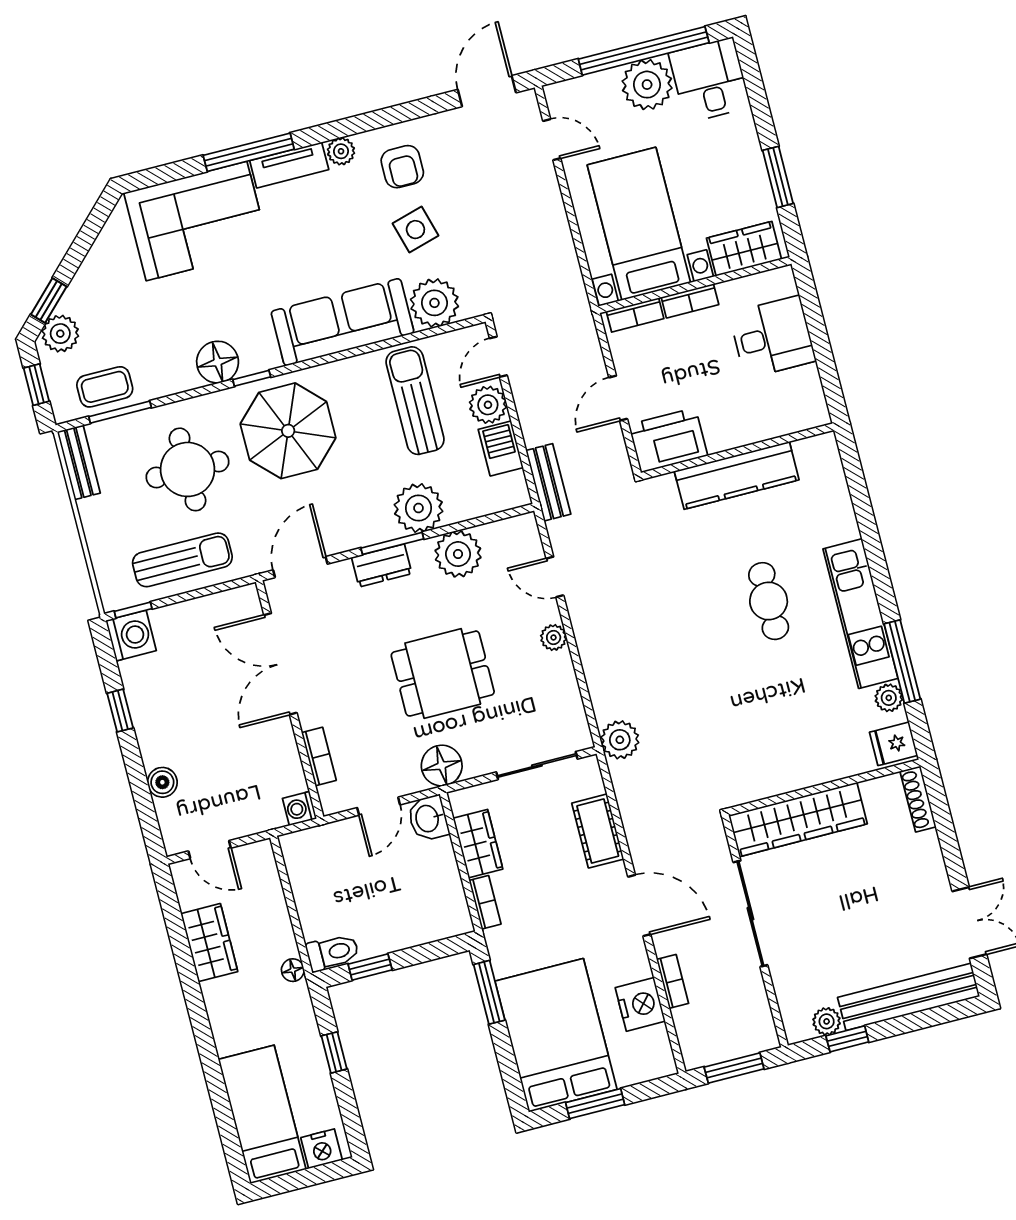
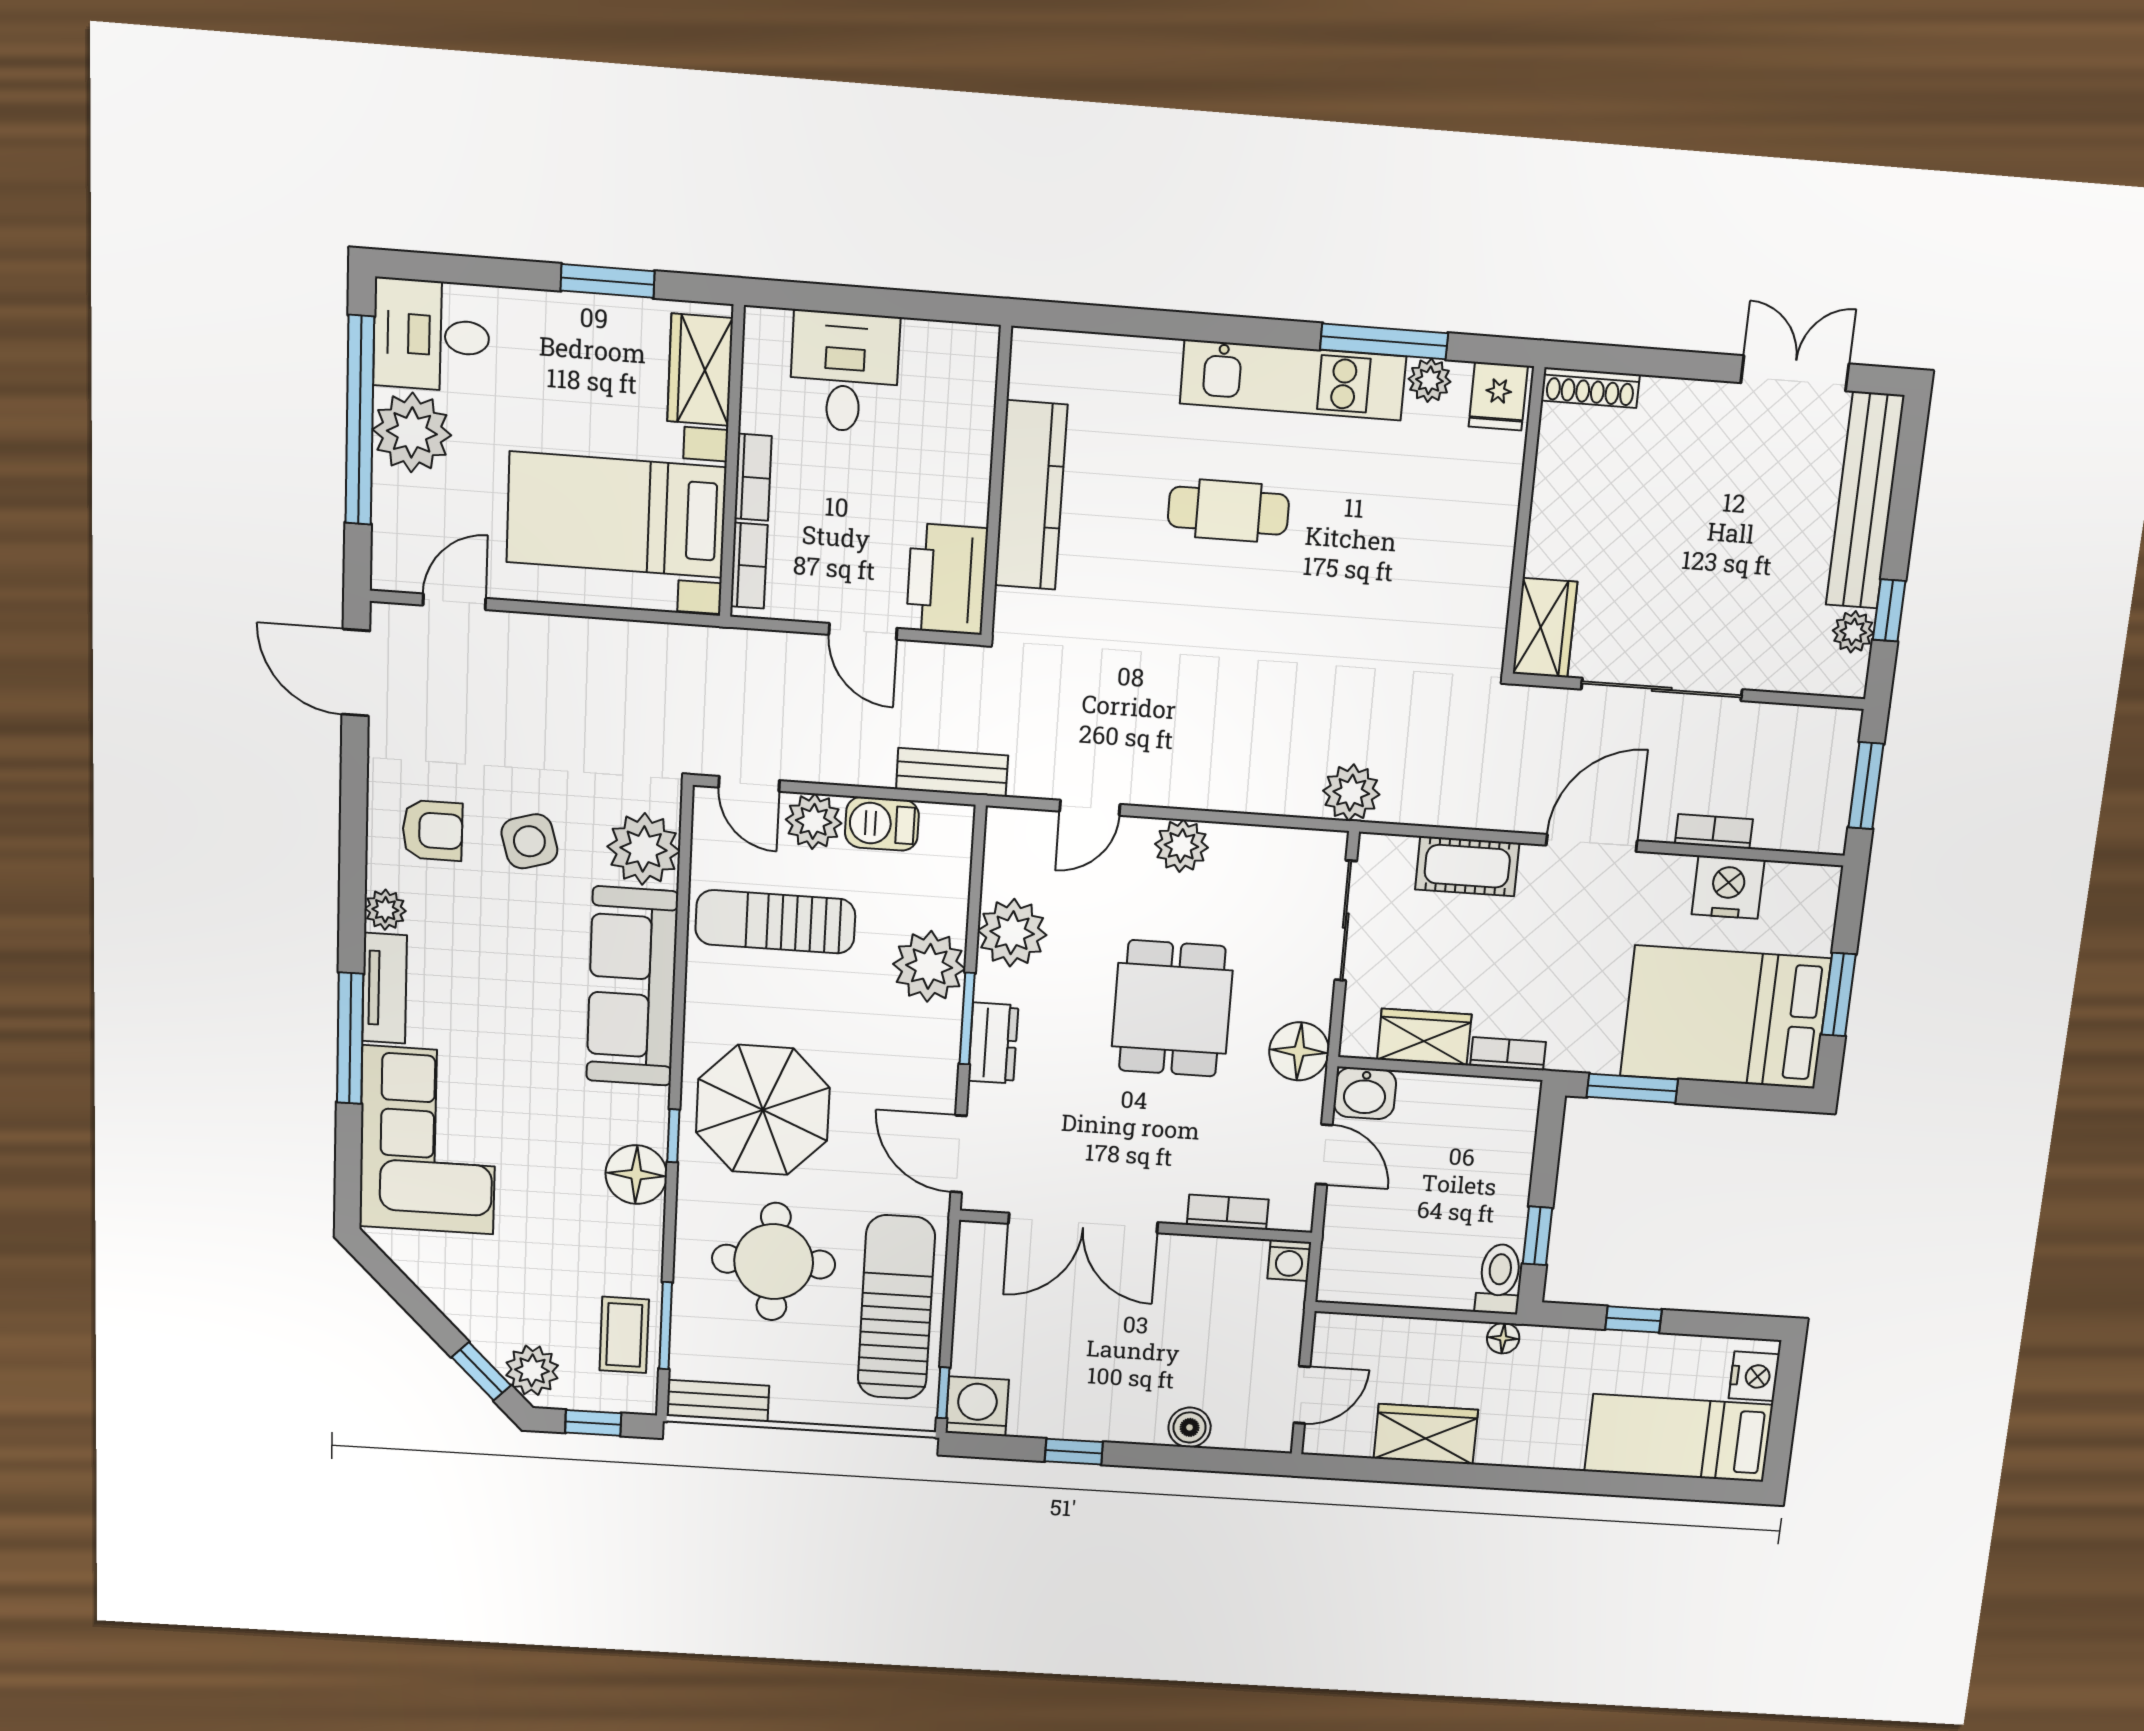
sun lounger: (182, 560) -> (896, 1307), width x1.36, depth x1.34
plant: (554, 637) -> (1181, 846), width x1.38, depth x1.38
wardrobe: (798, 820) -> (1545, 628), width x0.48, depth x0.85

